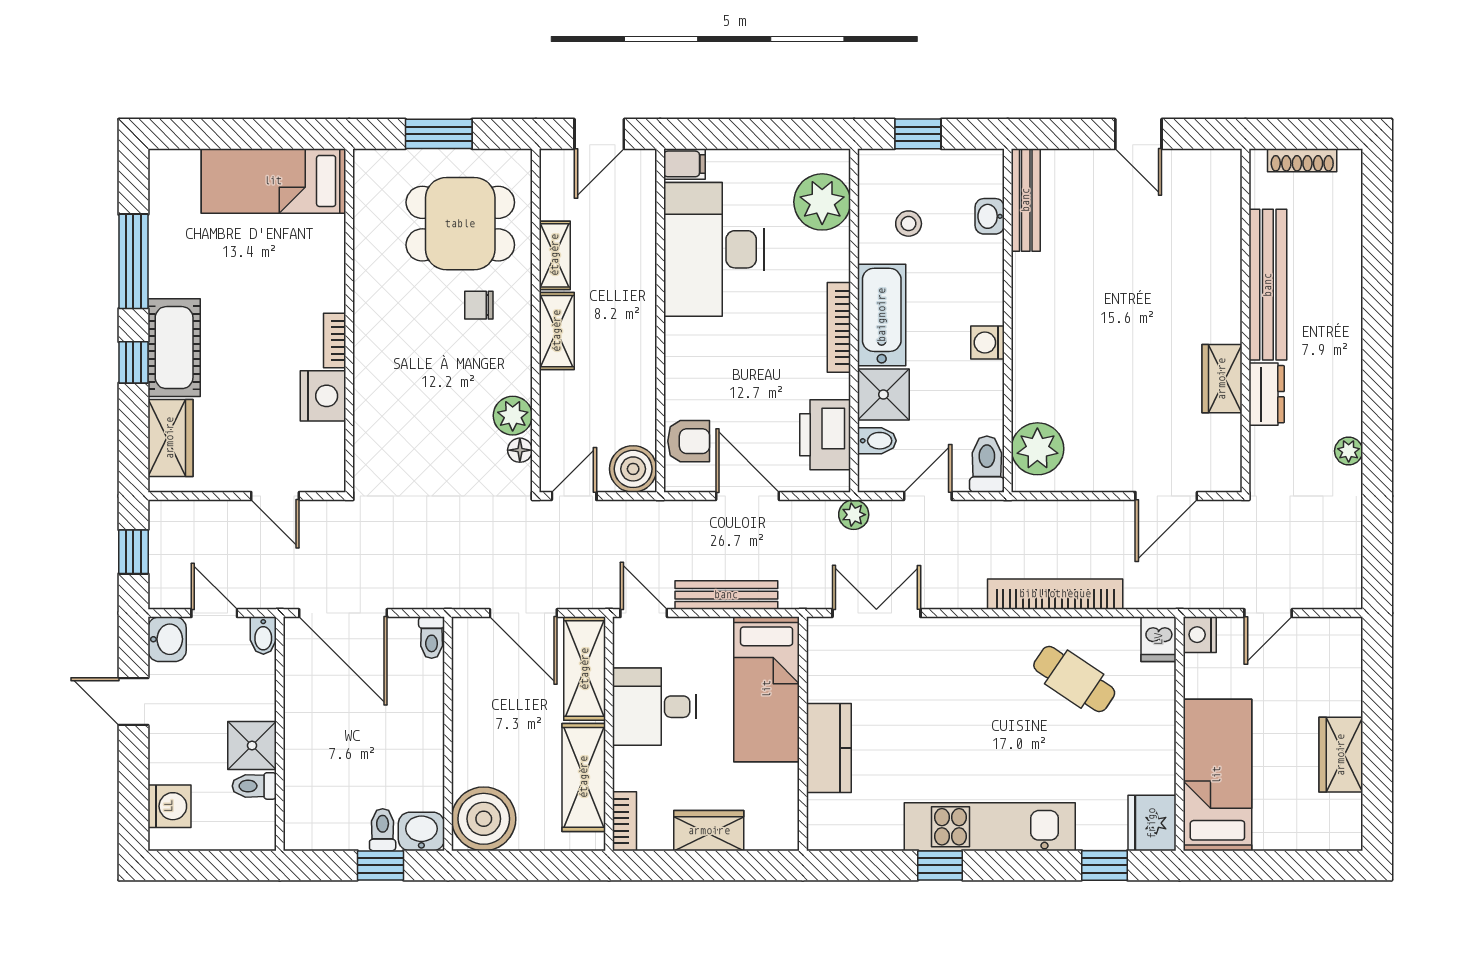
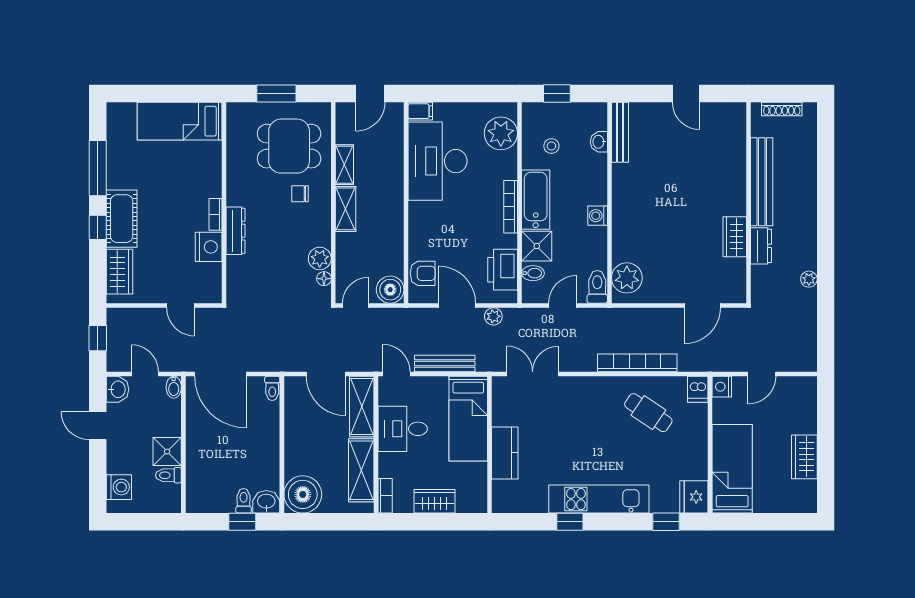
dresser: (369, 368) -> (236, 231), added
plant: (854, 515) -> (493, 316), moved

